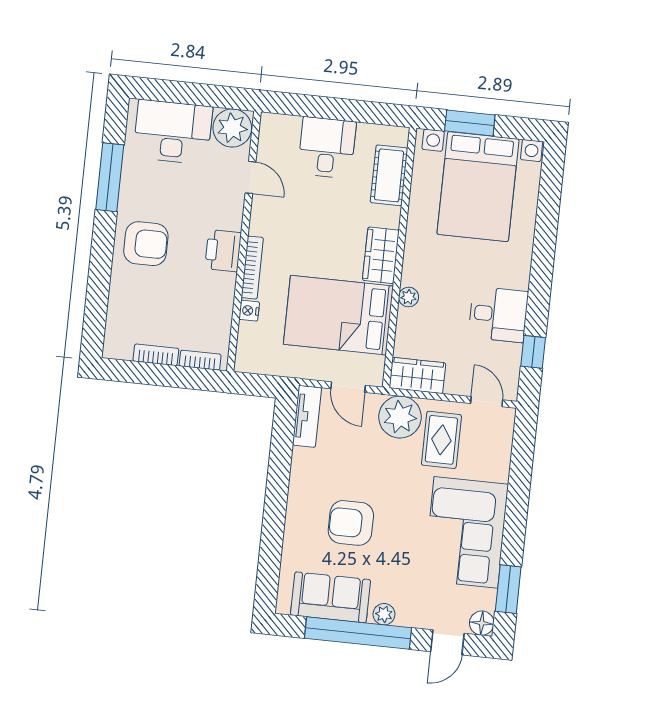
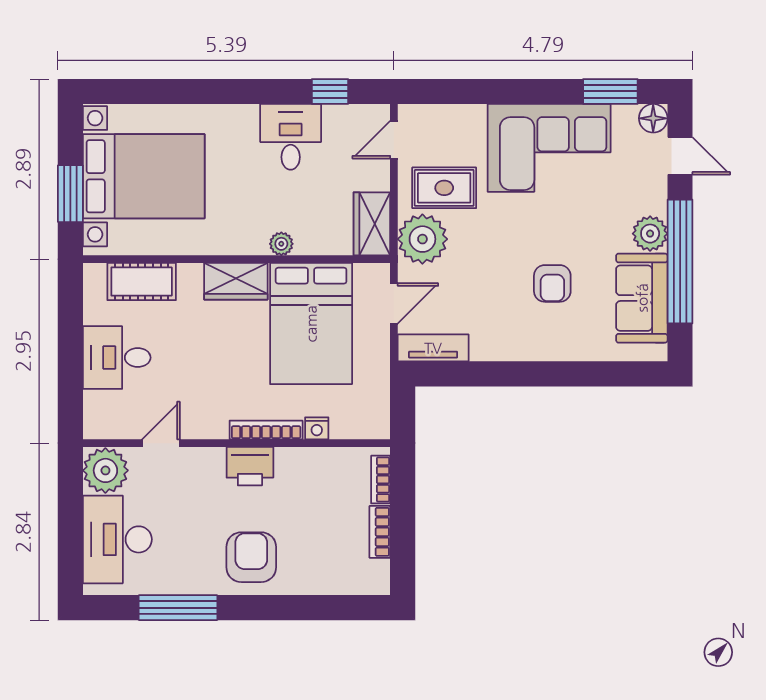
armchair: (351, 523) -> (552, 283), width x0.72, depth x0.72
plant: (384, 614) -> (650, 234), width x1.38, depth x1.38

